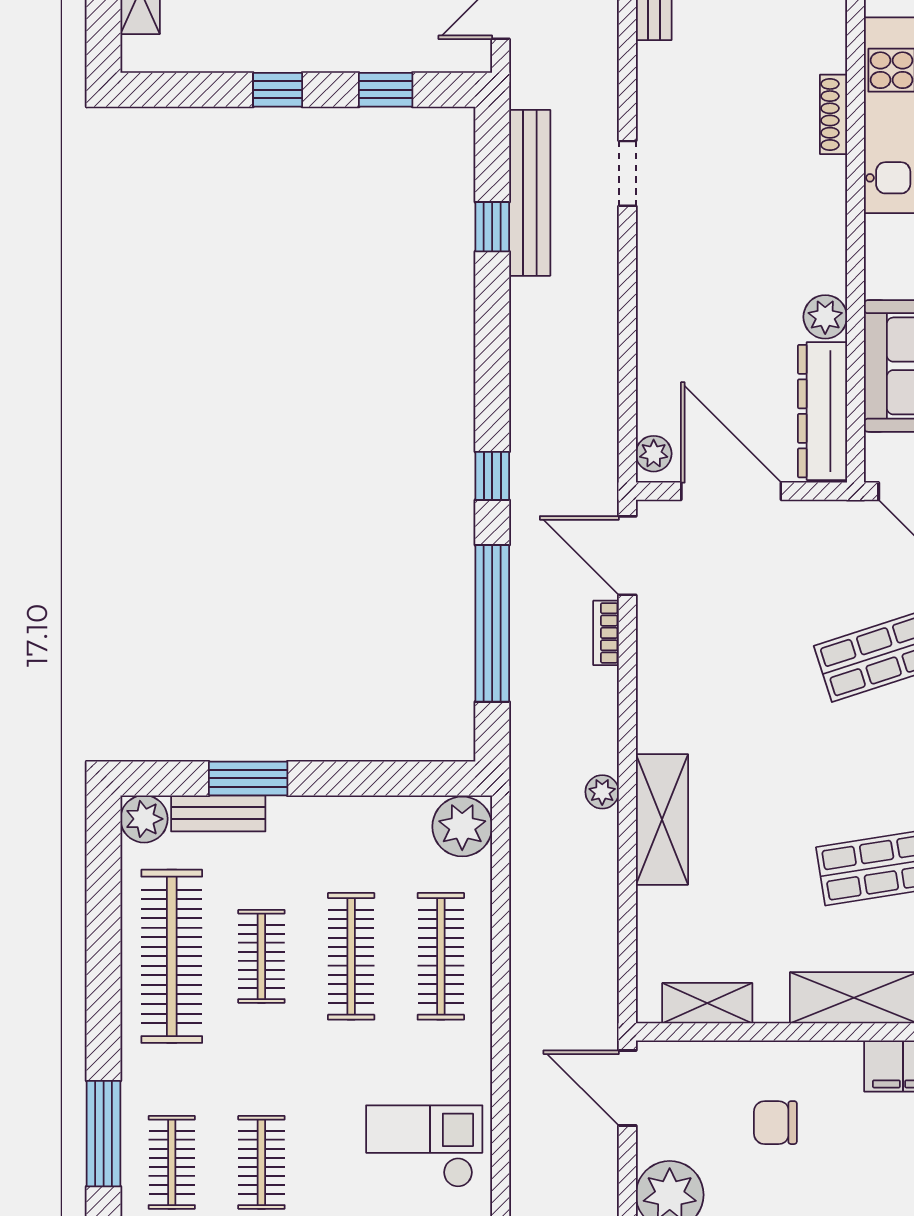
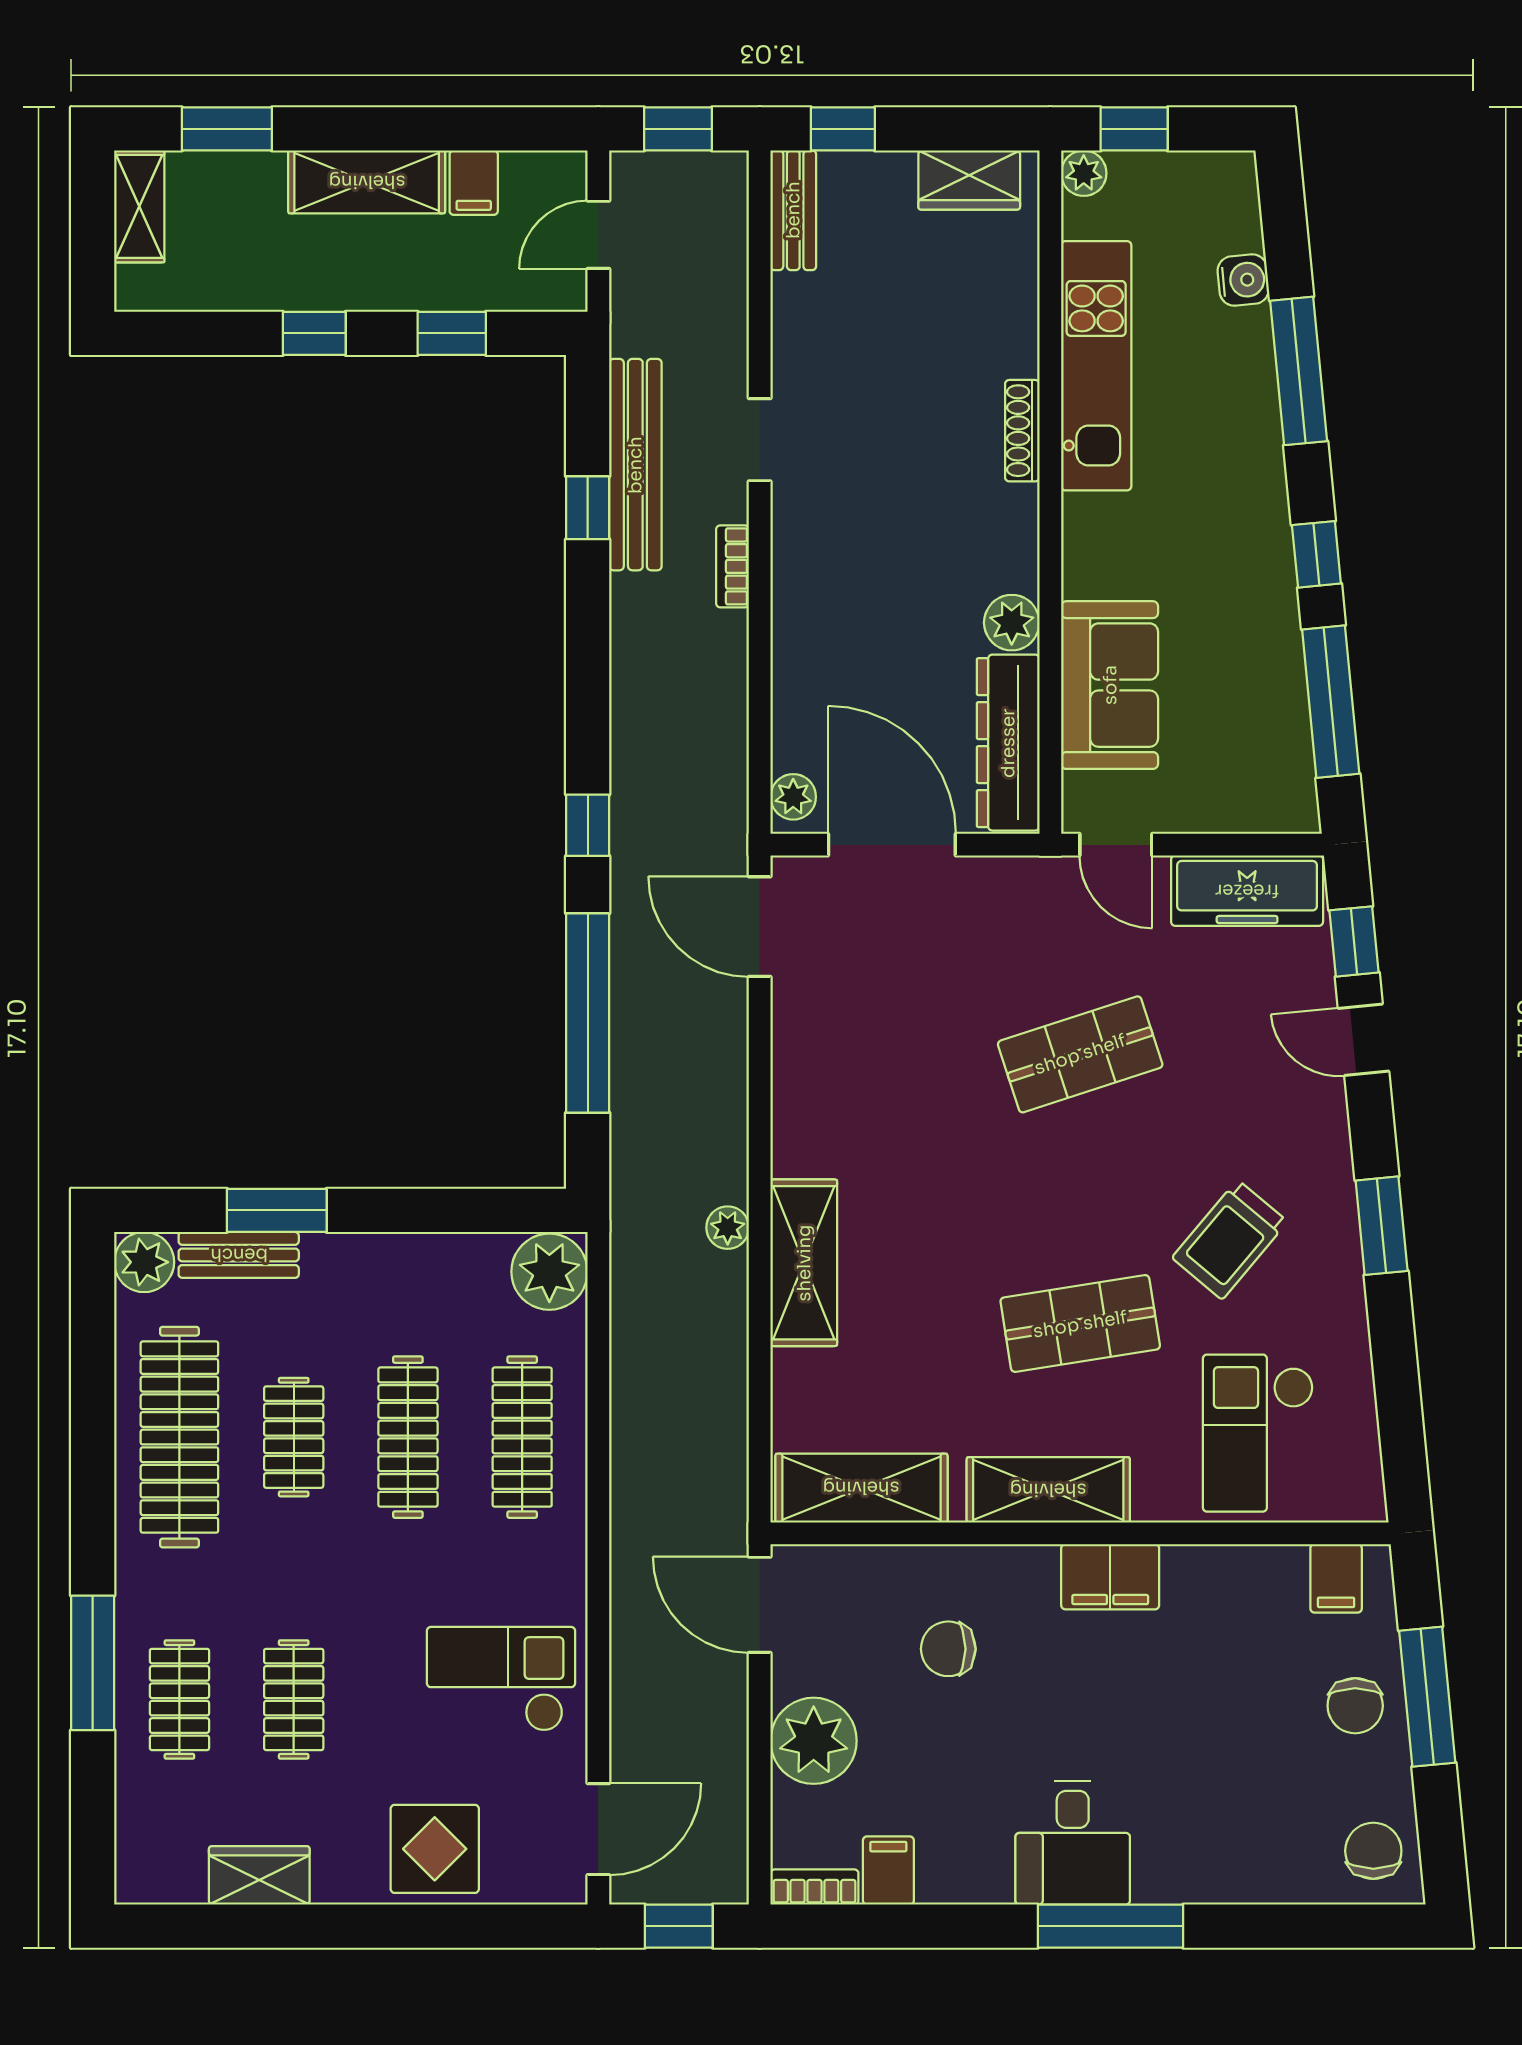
shoe rack: (833, 114) -> (1022, 431), moved
bookcase: (606, 633) -> (733, 566), moved
shelving: (707, 1003) -> (861, 1488), width x1.50, depth x1.33

